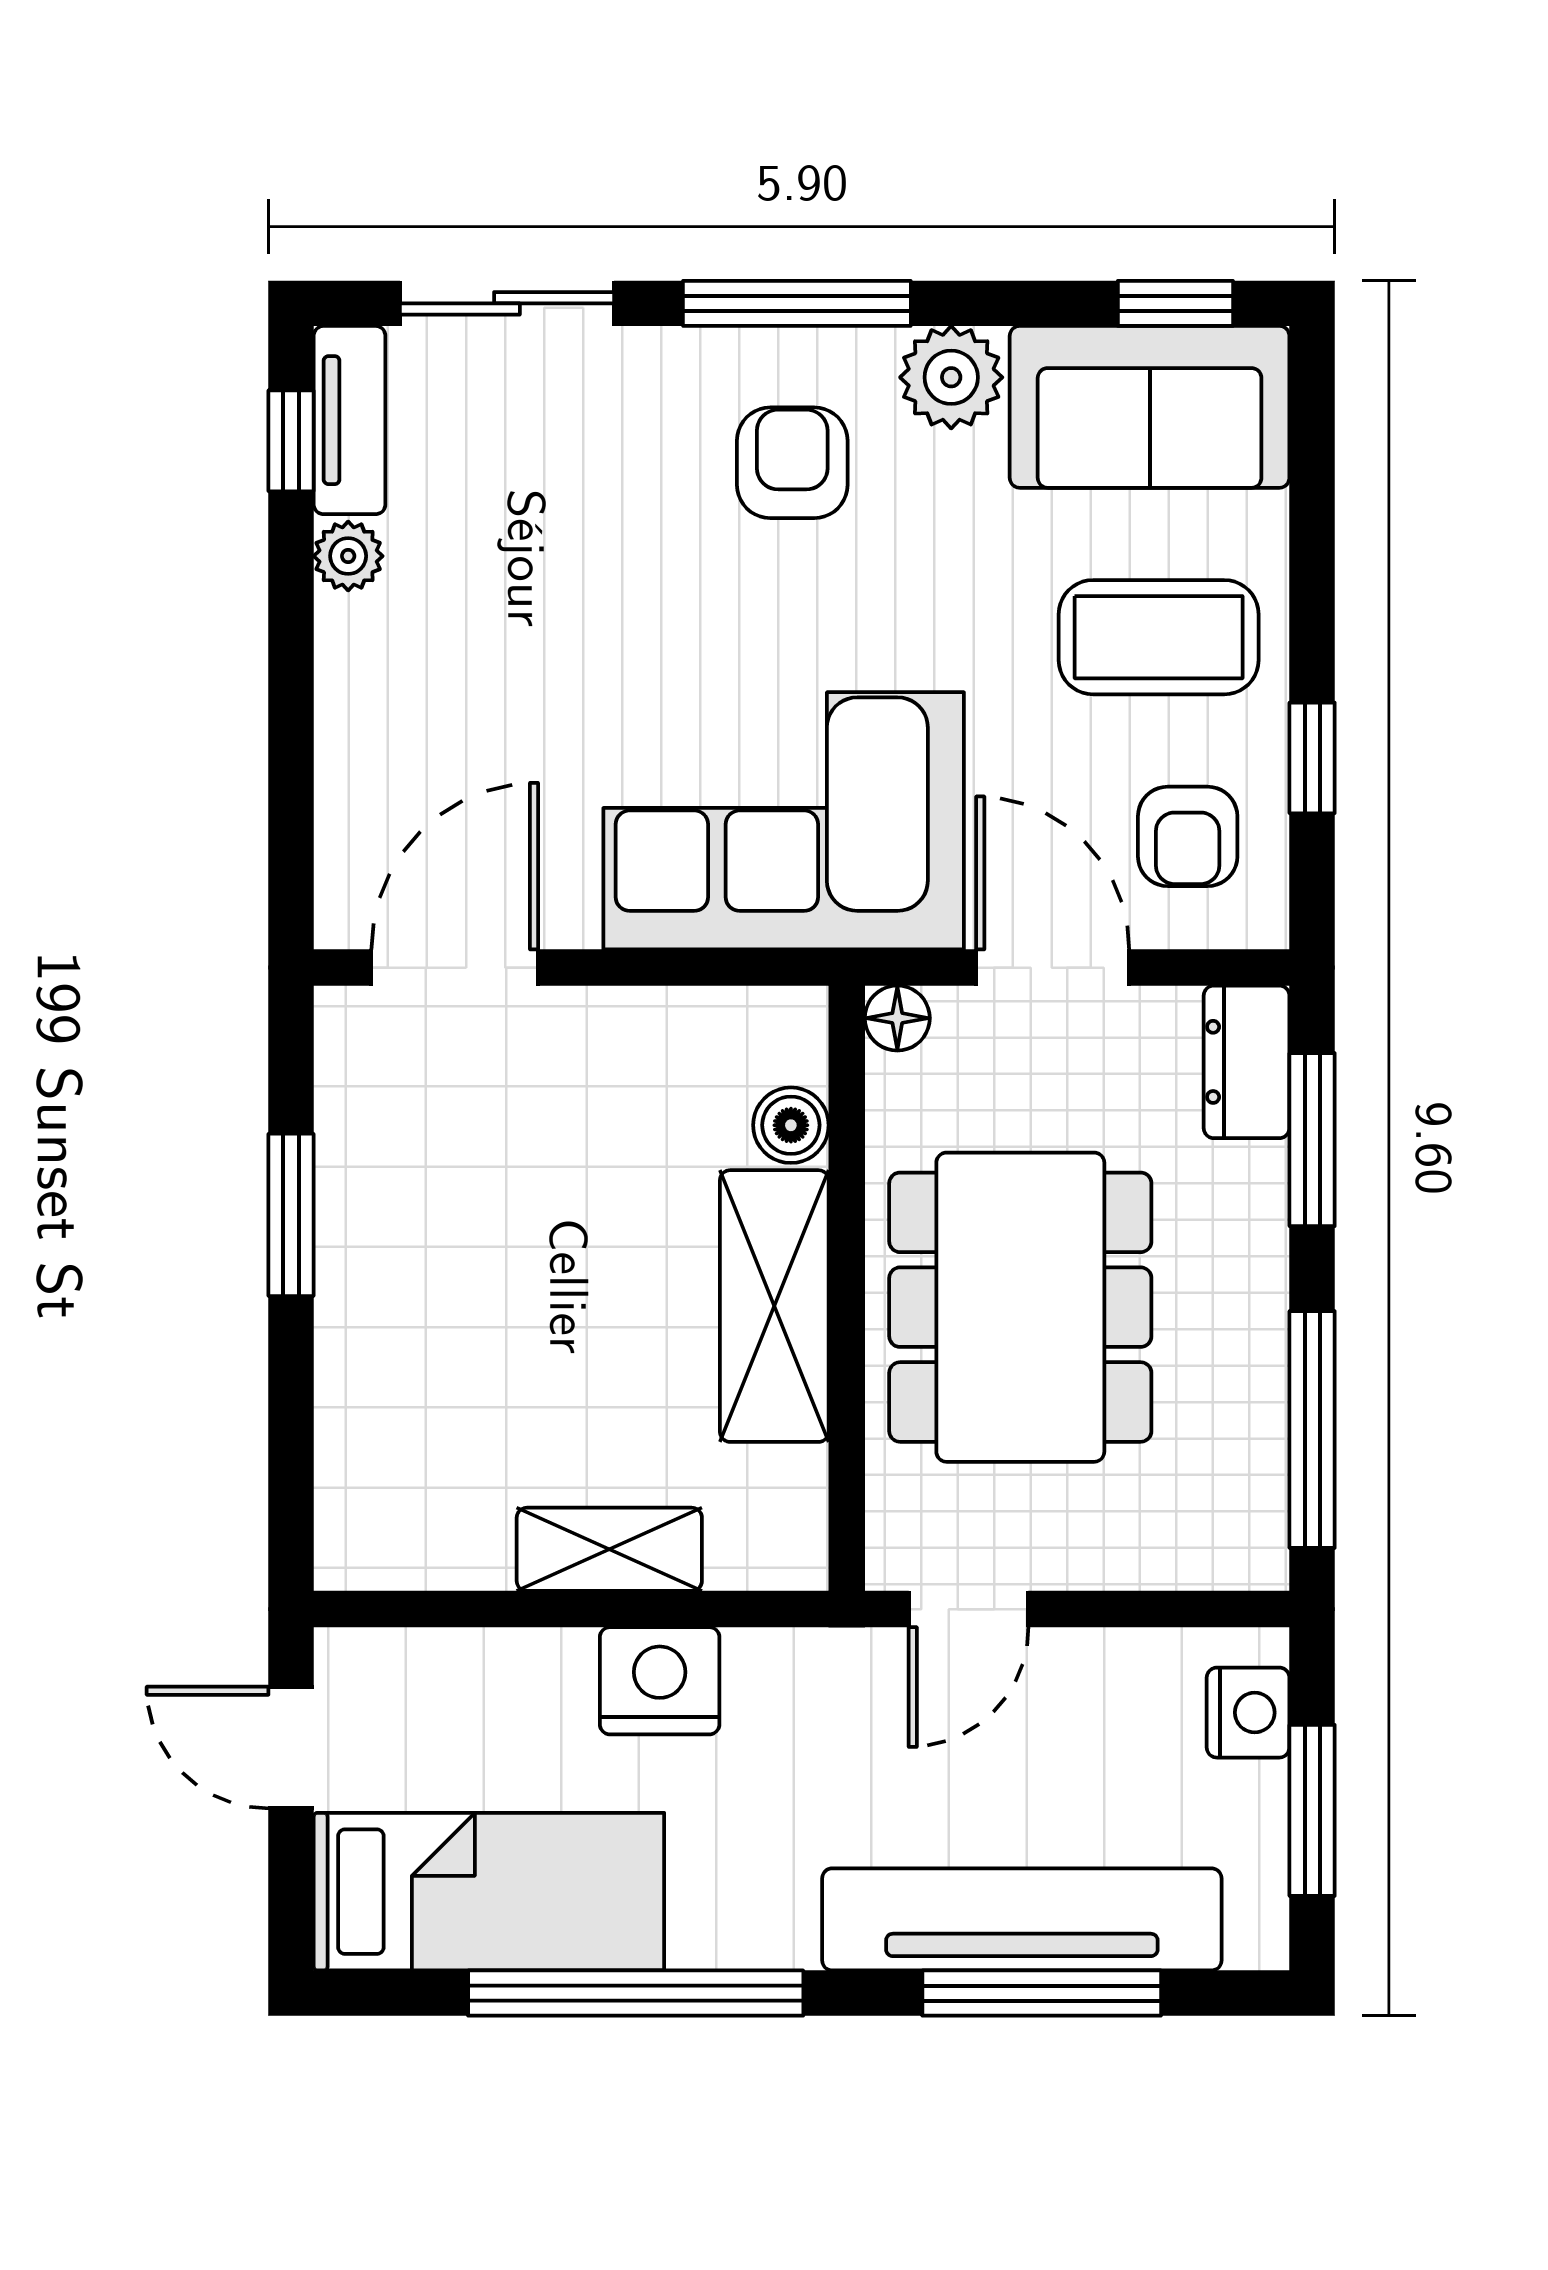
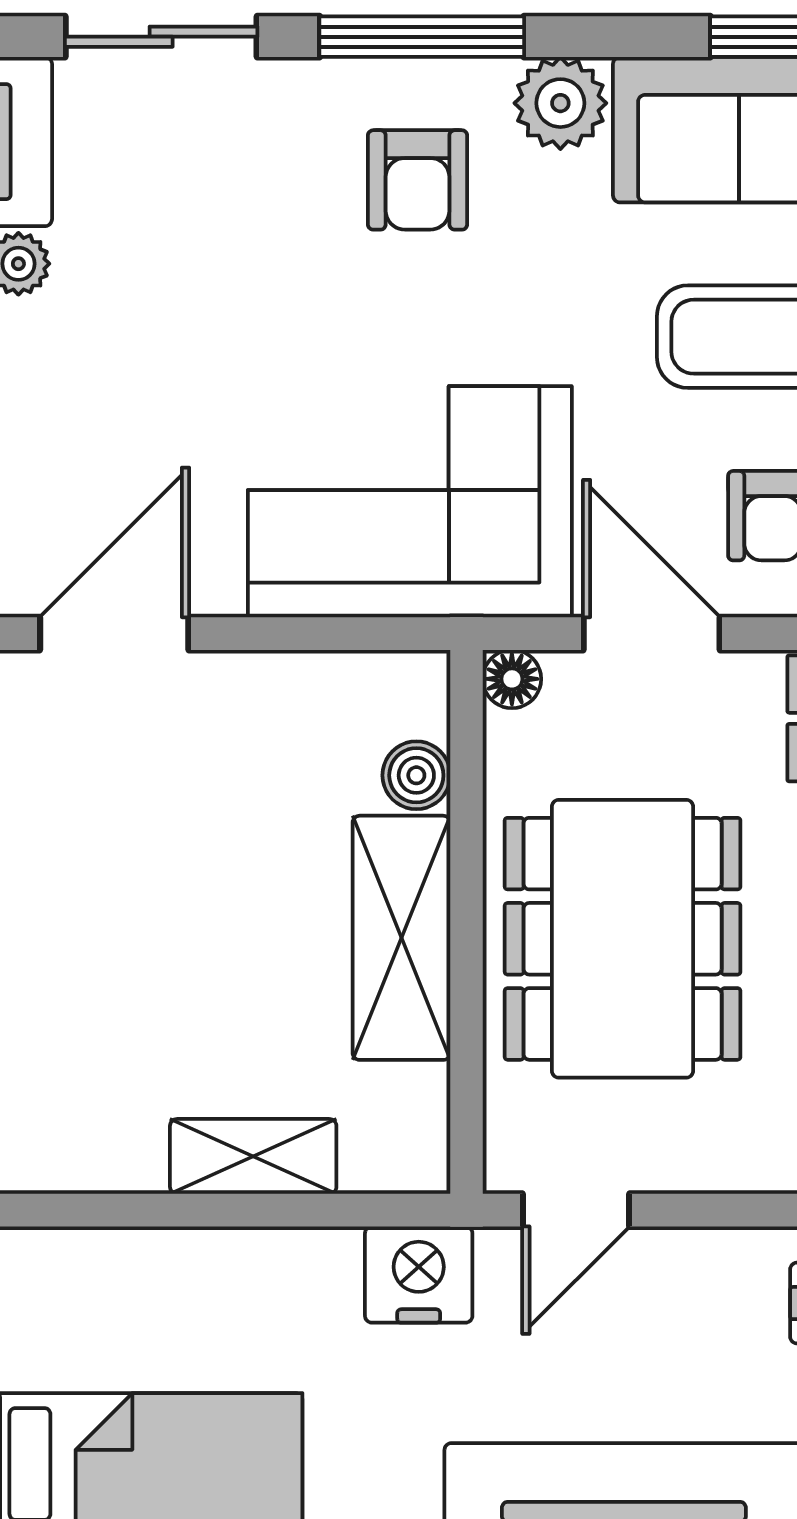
armchair: (792, 463) -> (418, 180), turned 180
nightstand: (660, 1681) -> (419, 1275), moved

